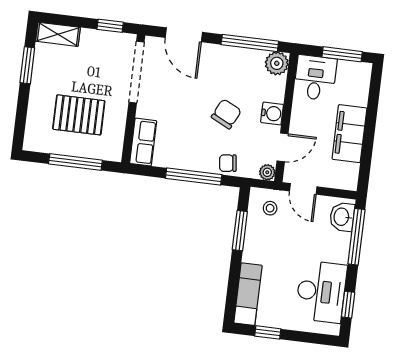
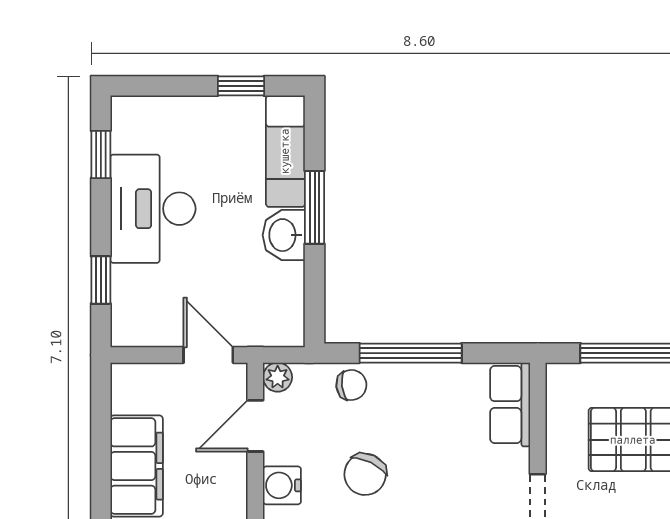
stool: (270, 208) -> (264, 313), removed
washbasin: (342, 217) -> (284, 235), moved, turned 180
window: (240, 231) -> (315, 207), moved
window: (356, 237) -> (101, 280), width x0.46
desk: (321, 292) -> (153, 209), moved

